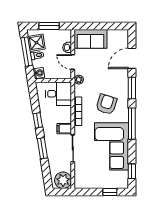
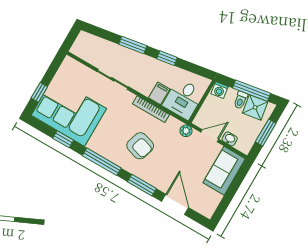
filing cabinet: (64, 129) -> (159, 93), moved
corner sofa: (111, 146) -> (69, 112), moved
window: (132, 171) -> (63, 139), moved
plant: (63, 180) -> (83, 47), removed

